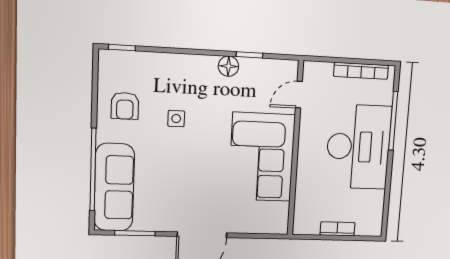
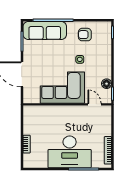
door: (299, 95) -> (94, 104), moved
wall: (295, 149) -> (67, 104), moved
corner sofa: (262, 157) -> (62, 88), moved

